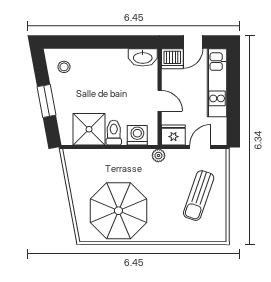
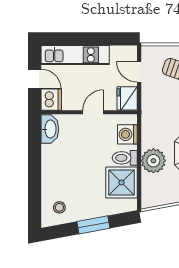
plant: (158, 156) -> (153, 161), moved, width x1.87, depth x1.87

